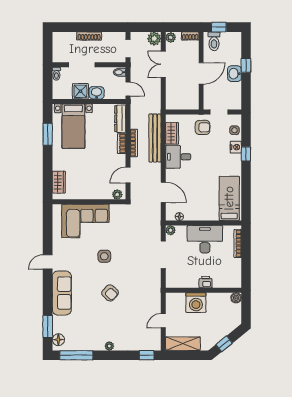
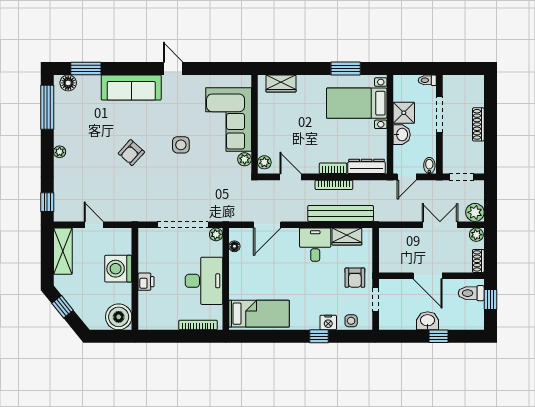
plant: (115, 209) -> (245, 159), added
doorway: (163, 255) -> (183, 225), width x1.36
boiler: (236, 298) -> (119, 317), width x1.86, depth x1.86

